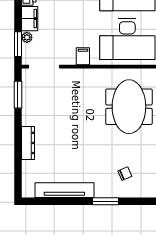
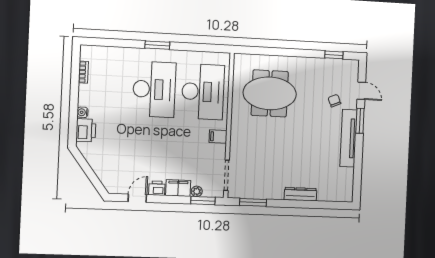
tv unit: (64, 190) -> (349, 138), moved
door: (136, 201) -> (361, 91), added

